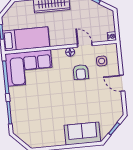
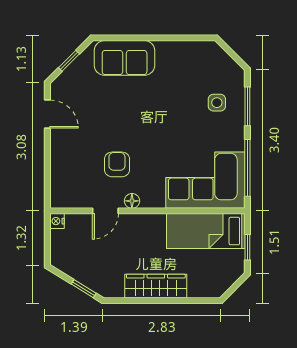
door: (85, 45) -> (105, 211), hinge flipped
side table: (102, 61) -> (217, 103), moved
door: (122, 83) -> (47, 114), moved

